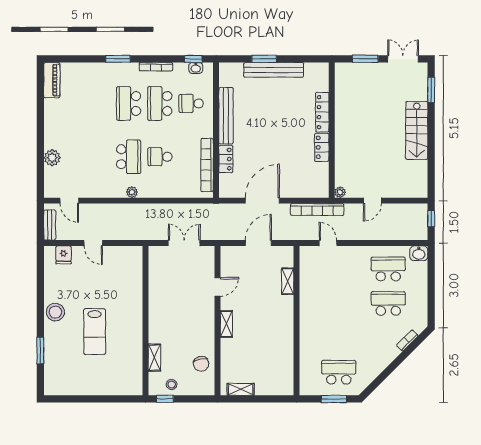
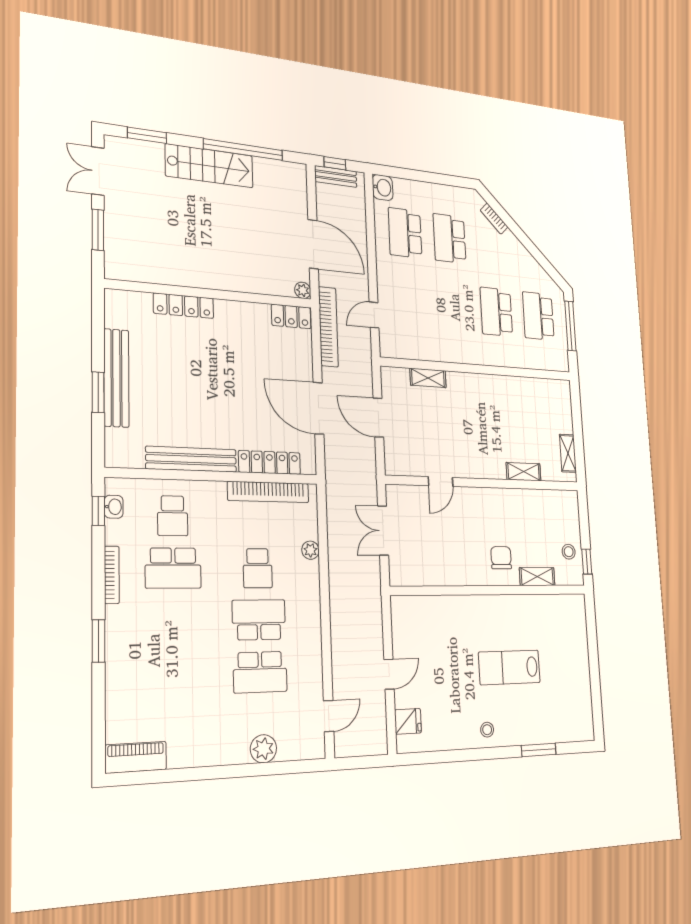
school desk: (129, 104) -> (260, 672), moved
locker: (322, 147) -> (291, 316), moved
window: (431, 154) -> (243, 150), added
locker: (226, 159) -> (270, 462), width x1.53
plant: (132, 192) -> (310, 550), moved
door: (372, 201) -> (313, 244), width x1.88
bench: (50, 225) -> (336, 176), moved
door: (217, 287) -> (440, 482), swing flipped
stool: (55, 312) -> (487, 730), width x0.53, depth x0.53
shelving: (226, 324) -> (524, 472), moved
lab bench: (95, 332) -> (509, 667), turned 180
school desk: (339, 338) -> (496, 312), added
chair: (201, 364) -> (501, 558), moved, turned -79
window: (334, 399) -> (570, 326), width x1.44

